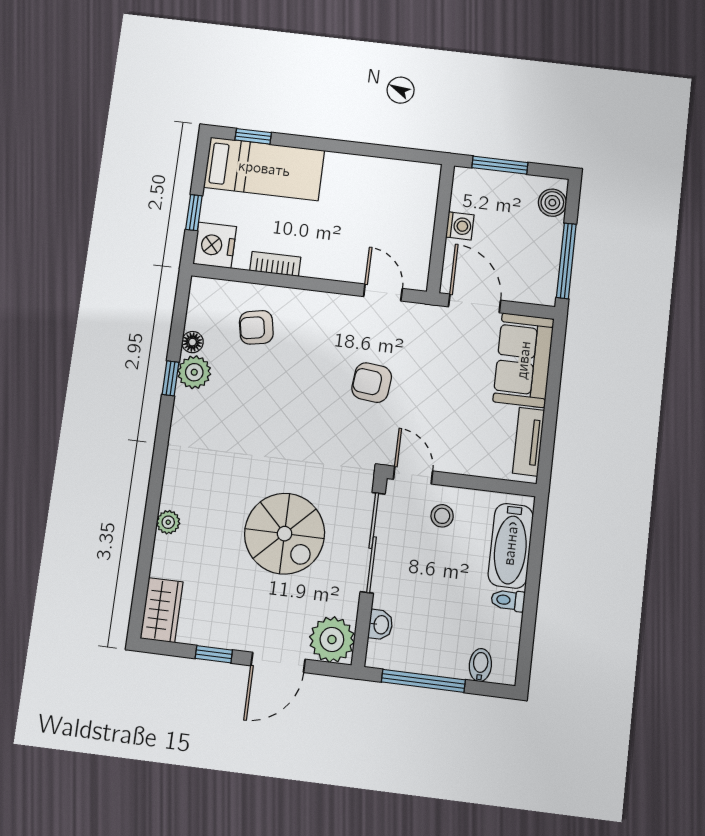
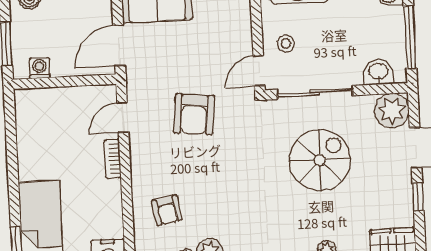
washing machine: (460, 226) -> (40, 68), moved
bookcase: (275, 264) -> (112, 159), moved
armchair: (372, 383) -> (194, 114), width x1.38, depth x1.38
washbasin: (381, 625) -> (378, 72), width x1.38, depth x1.45

